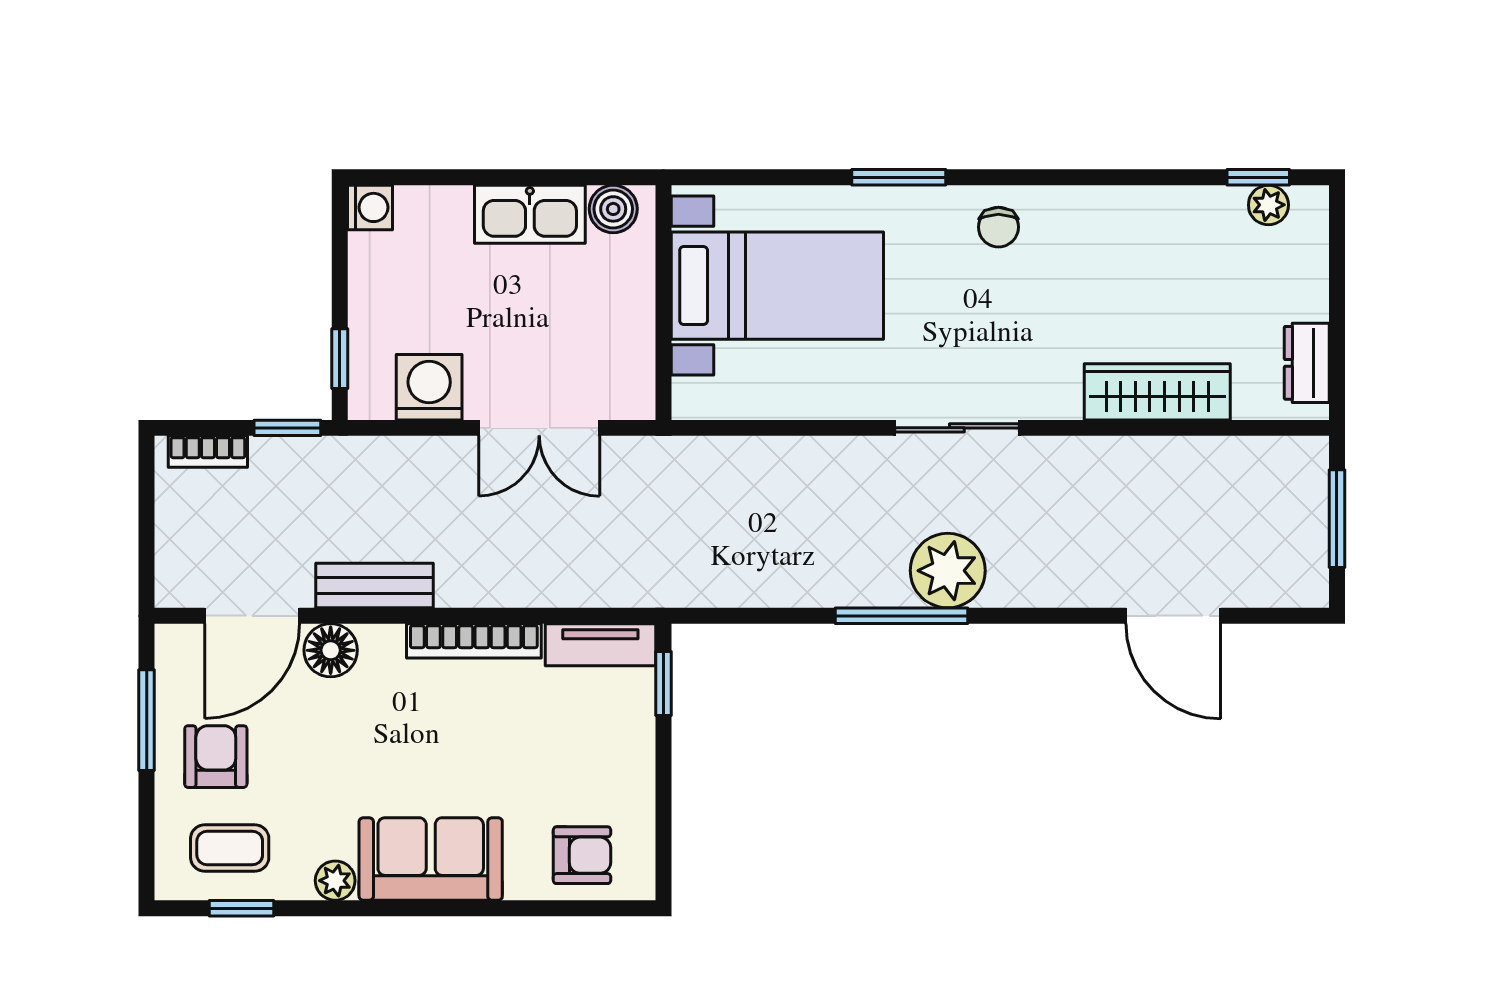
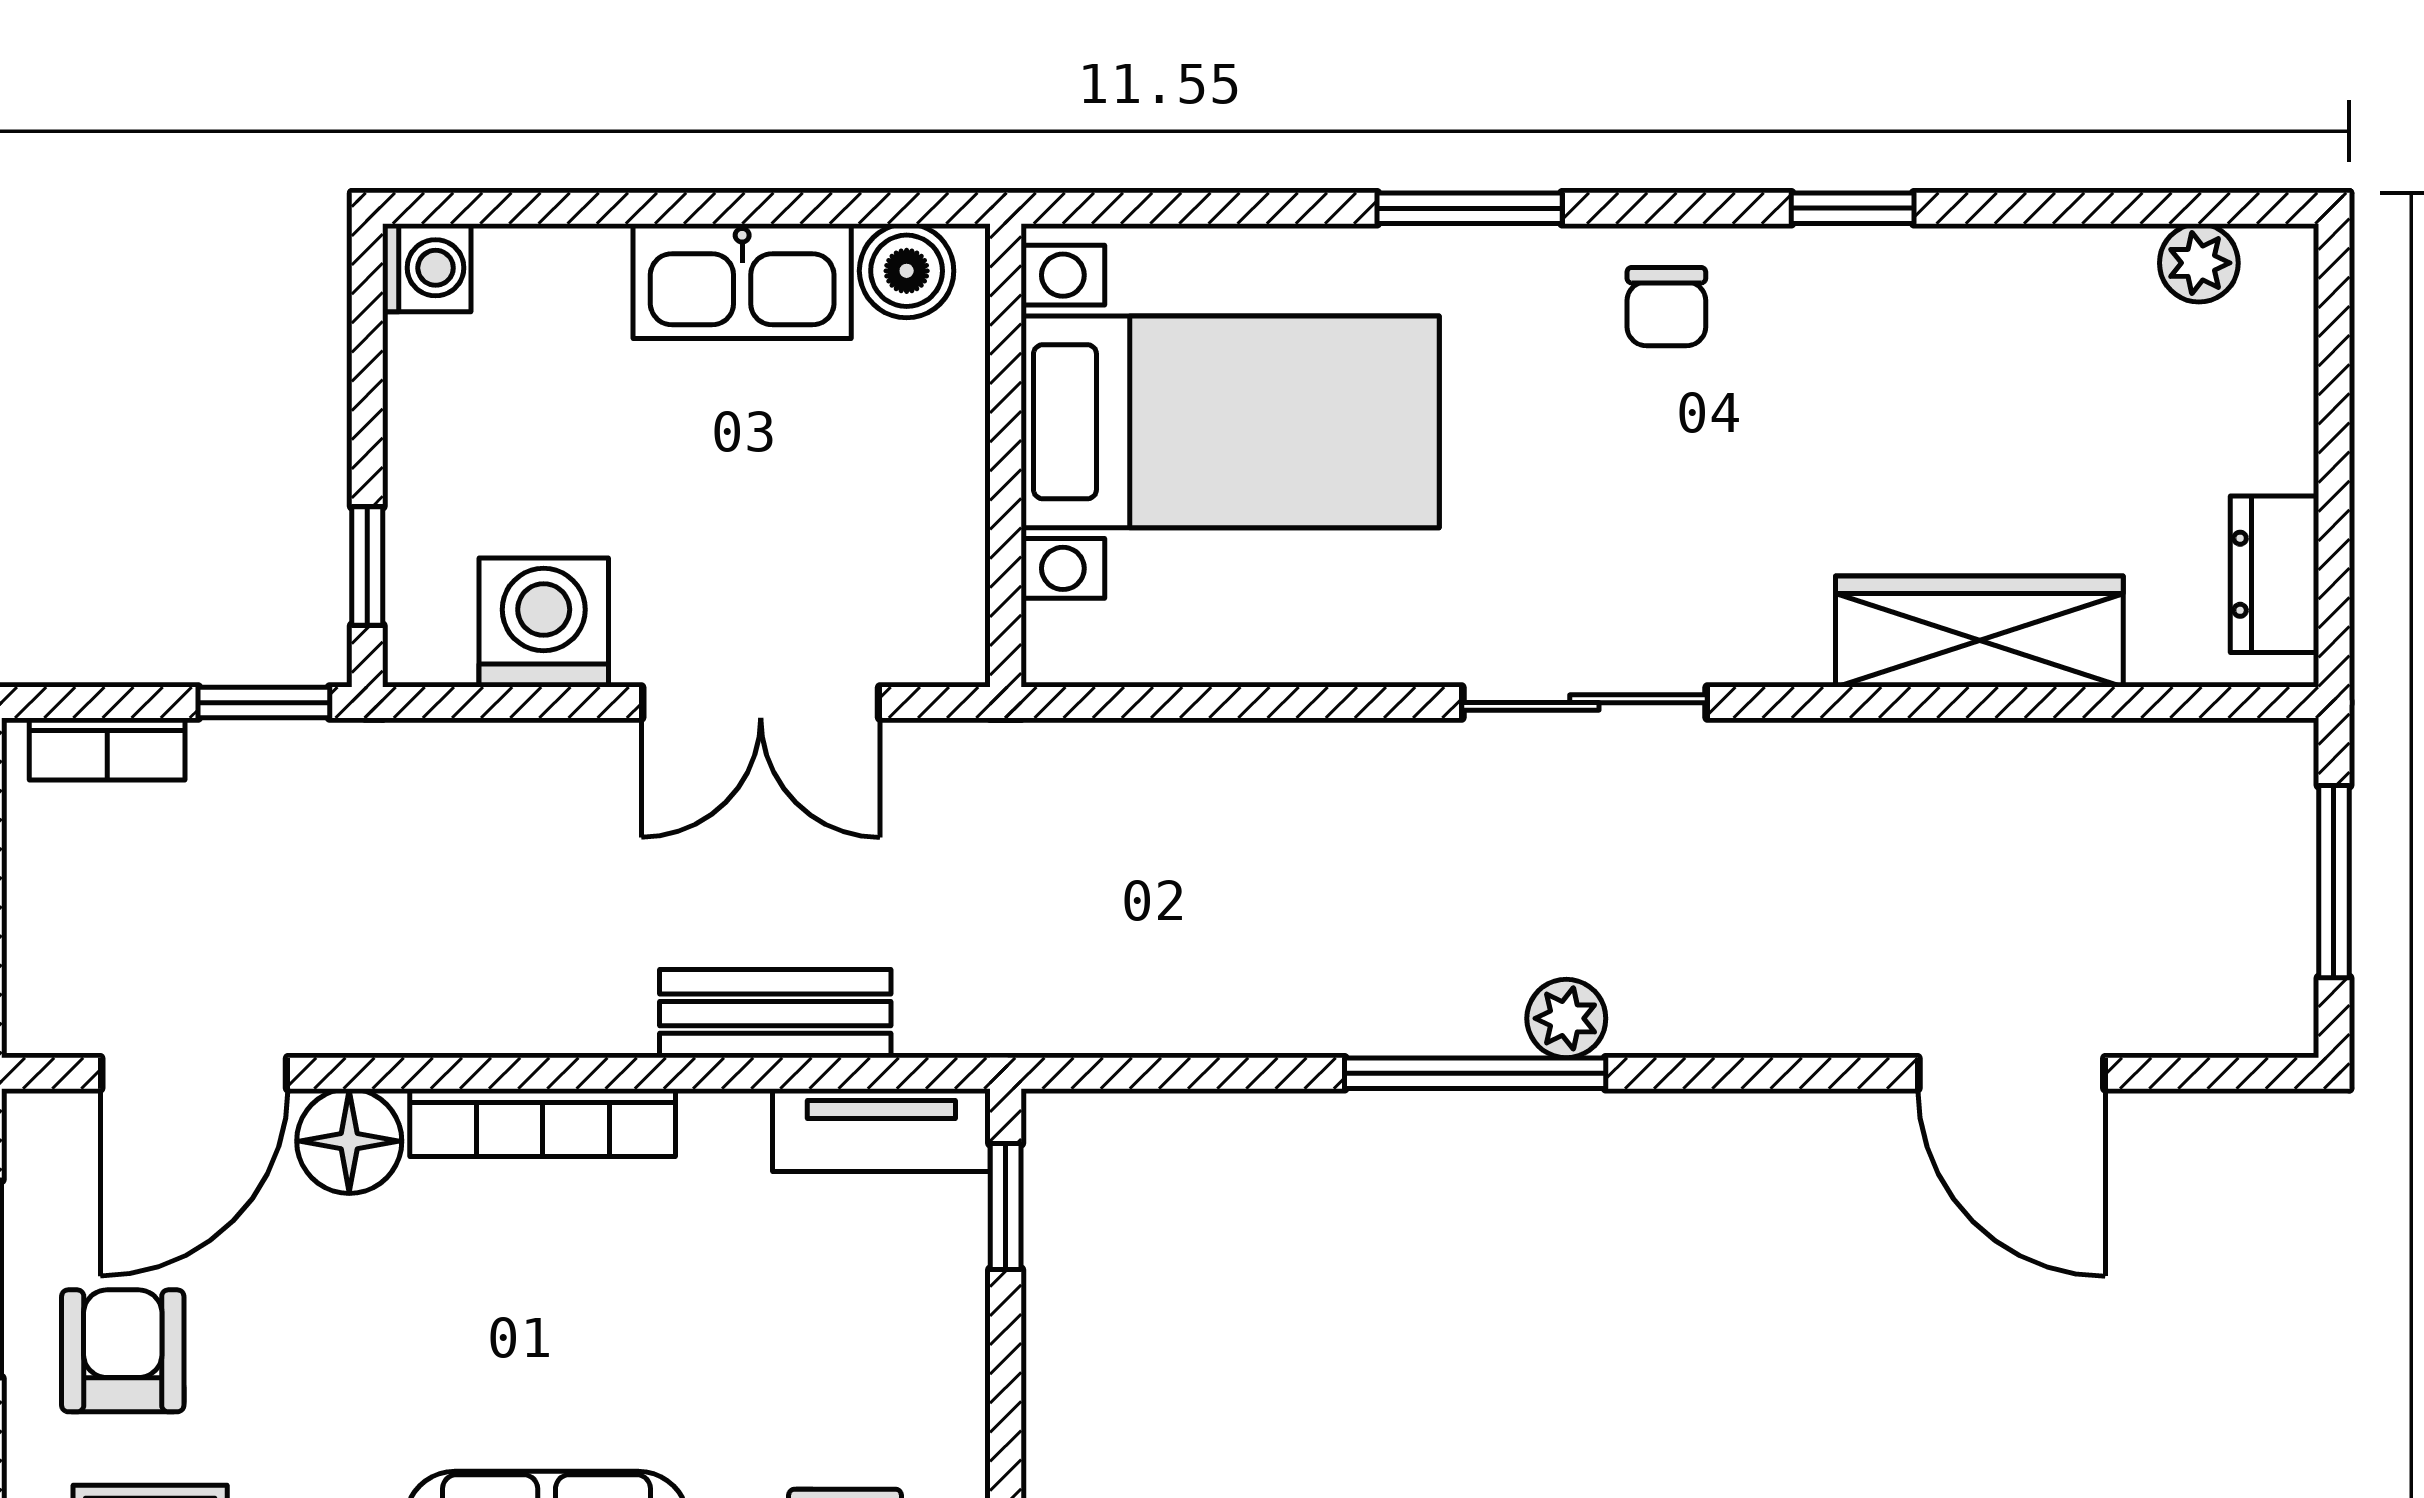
window: (1258, 177) -> (1853, 208), moved
plant: (948, 571) -> (1566, 1018), width x0.53, depth x0.53
bench: (375, 586) -> (775, 1014), moved
bookcase: (474, 641) -> (543, 1123), moved

